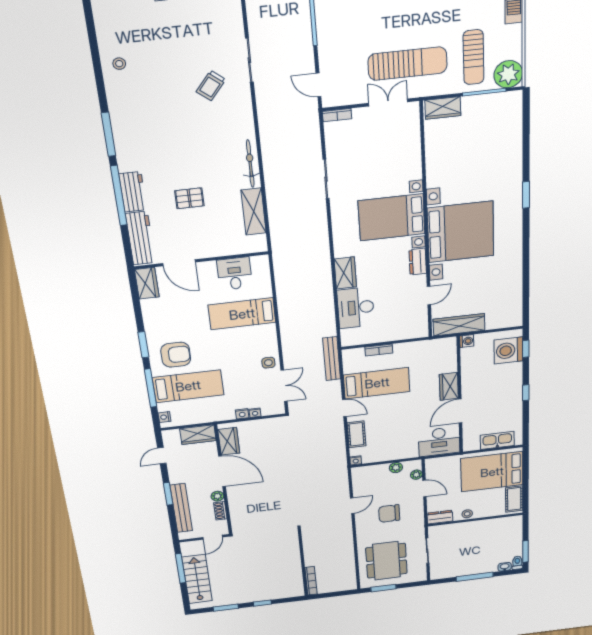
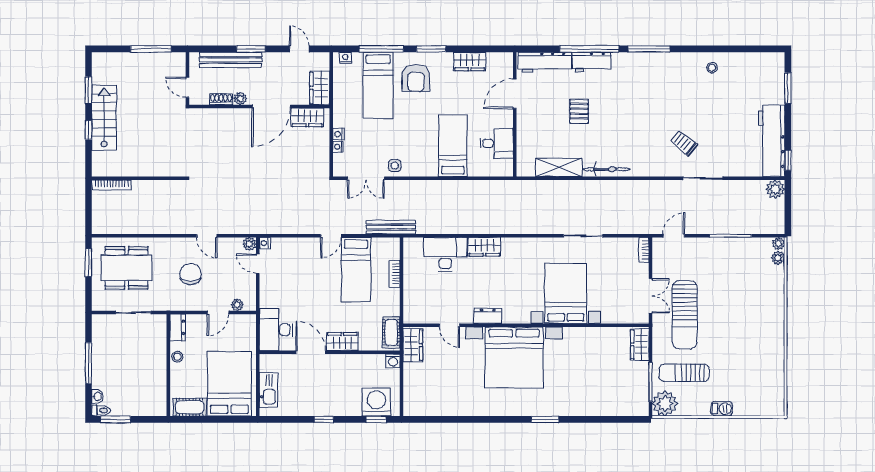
bed with nightstands: (392, 217) -> (566, 293), moved
wardrobe: (147, 283) -> (470, 61), moved
wardrobe: (459, 325) -> (413, 345), width x0.67
cot: (357, 434) -> (391, 332), moved, turned 90
door: (376, 463) -> (258, 264), added
plant: (396, 468) -> (249, 244), moved
stairs: (197, 579) -> (104, 118), moved, turned -90

